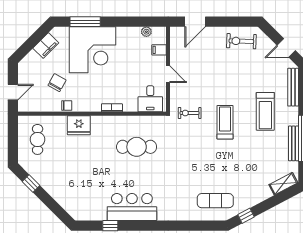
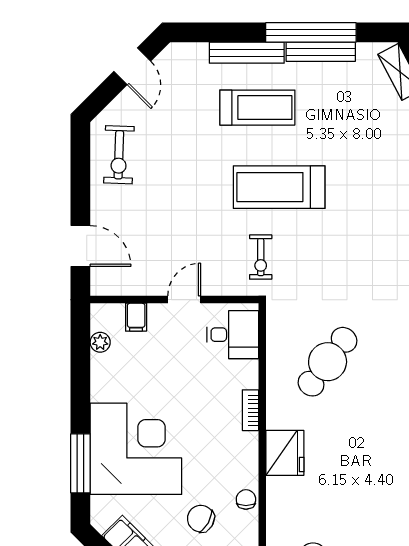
bench: (293, 87) -> (247, 53), moved
treadmill: (225, 122) -> (279, 187), width x1.37, depth x1.38
fridge: (79, 125) -> (285, 453), moved
cafe table: (137, 147) -> (328, 362), turned 37

